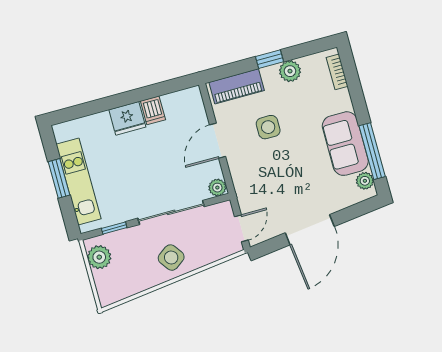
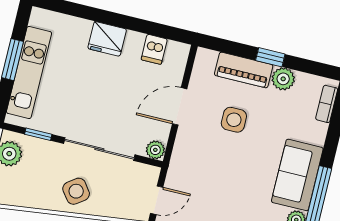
piano: (237, 86) -> (244, 70), moved
dishwasher: (153, 110) -> (154, 49), moved

